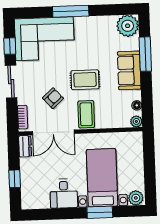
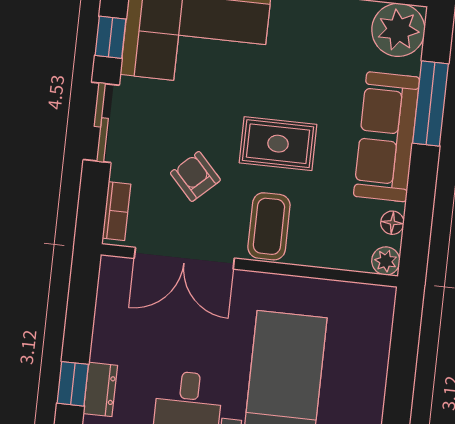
sofa: (129, 70) -> (387, 137), width x1.36
armchair: (53, 98) -> (195, 176), turned -91
dresser: (25, 146) -> (100, 389), moved
window: (15, 179) -> (73, 384), moved

